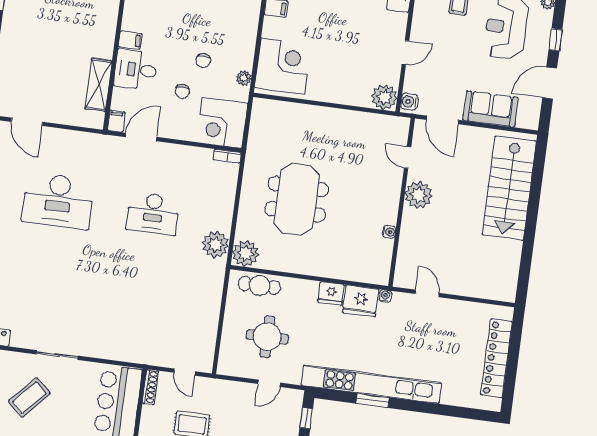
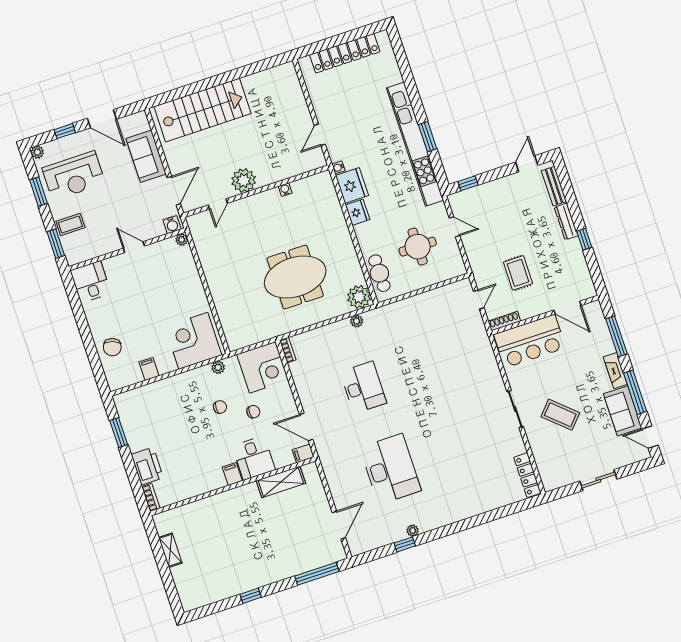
plant: (384, 97) -> (182, 240), width x0.53, depth x0.53
plant: (216, 245) -> (357, 321), width x0.53, depth x0.53

